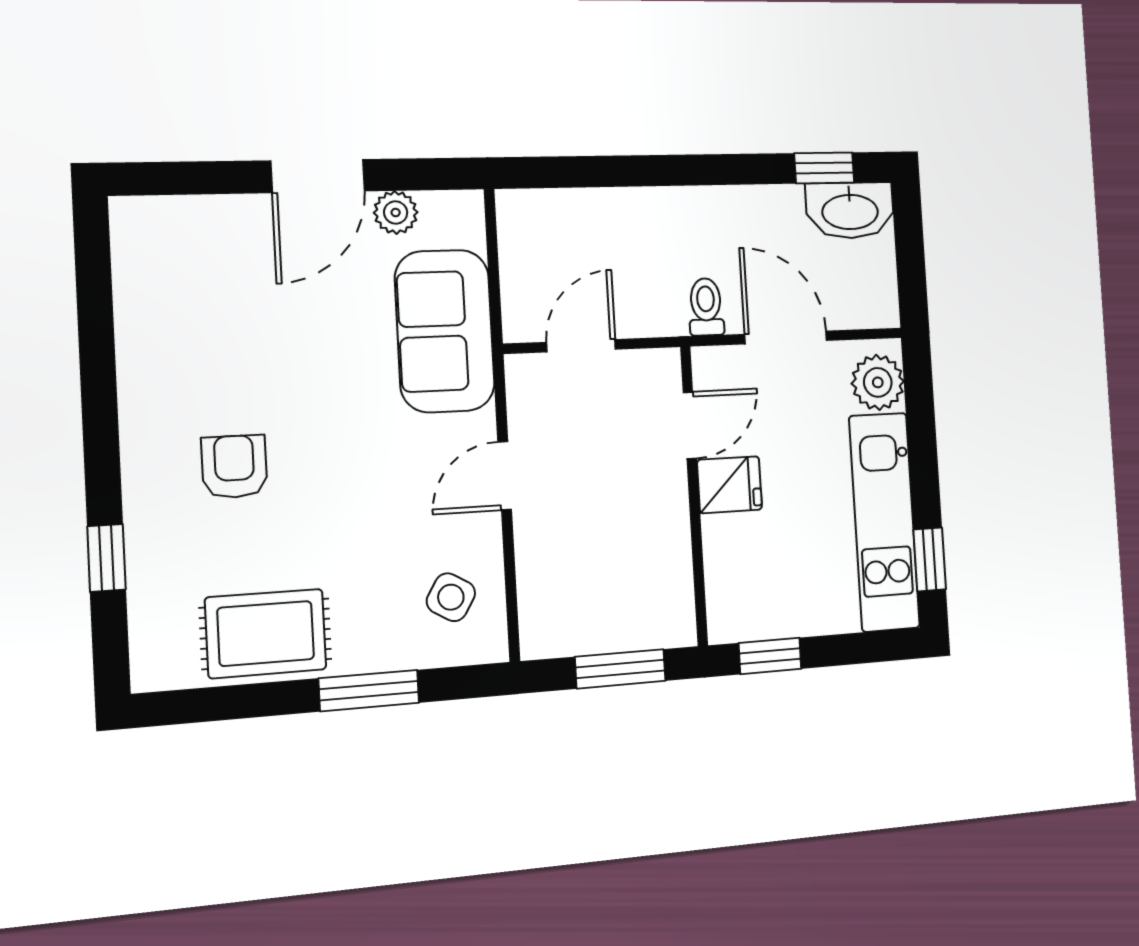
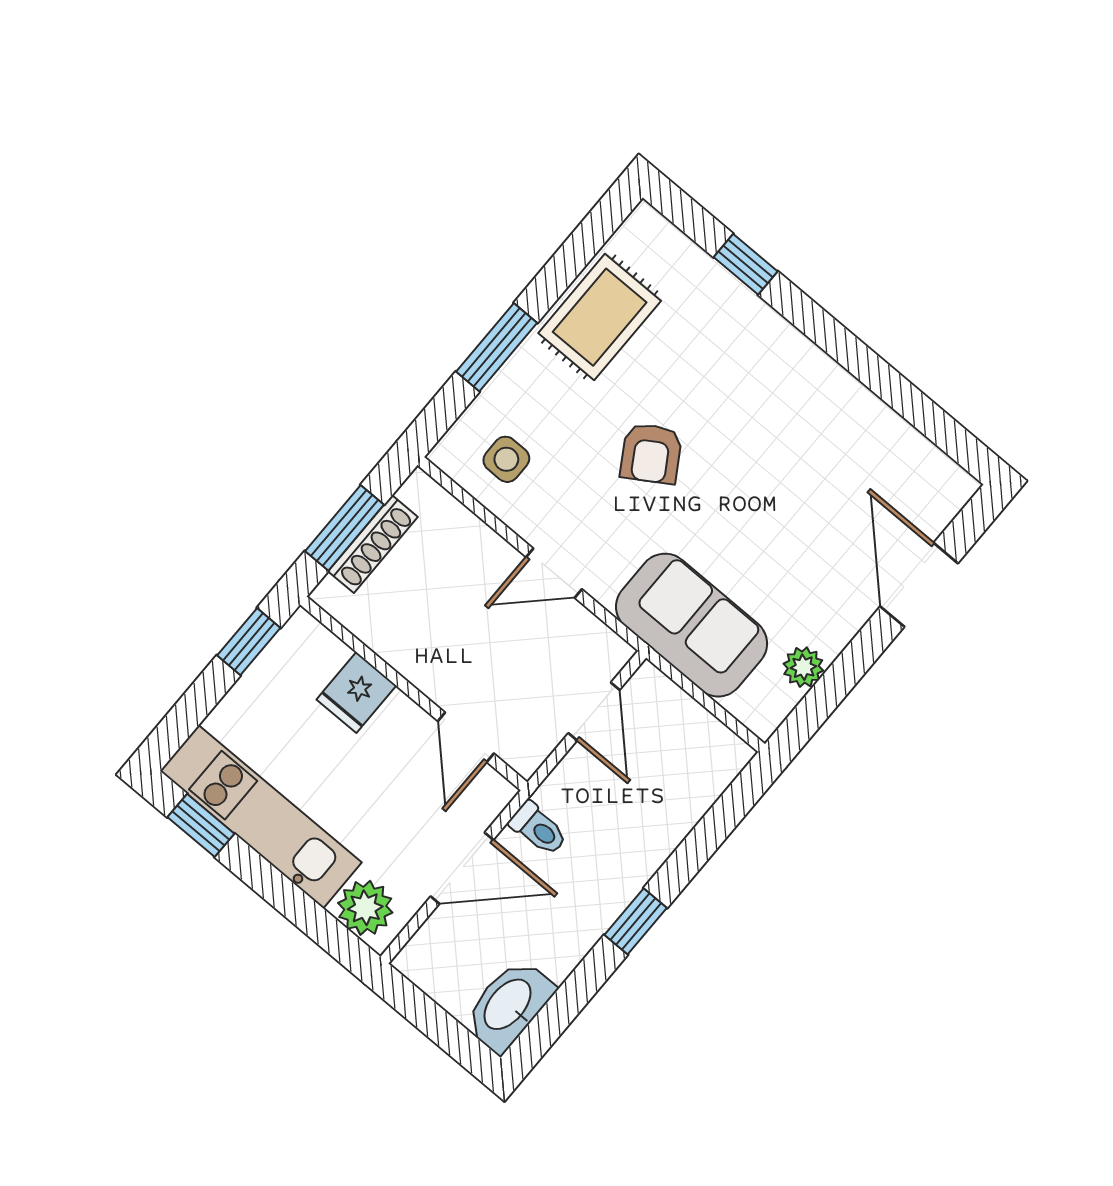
window: (824, 168) -> (636, 921), moved
door: (318, 176) -> (919, 585), moved
armchair: (234, 467) -> (651, 453), moved, turned 58
door: (505, 476) -> (554, 573), swing flipped
fridge: (730, 485) -> (356, 693), moved
side table: (451, 597) -> (506, 459), turned -31
shoe rack: (612, 635) -> (373, 544), added

